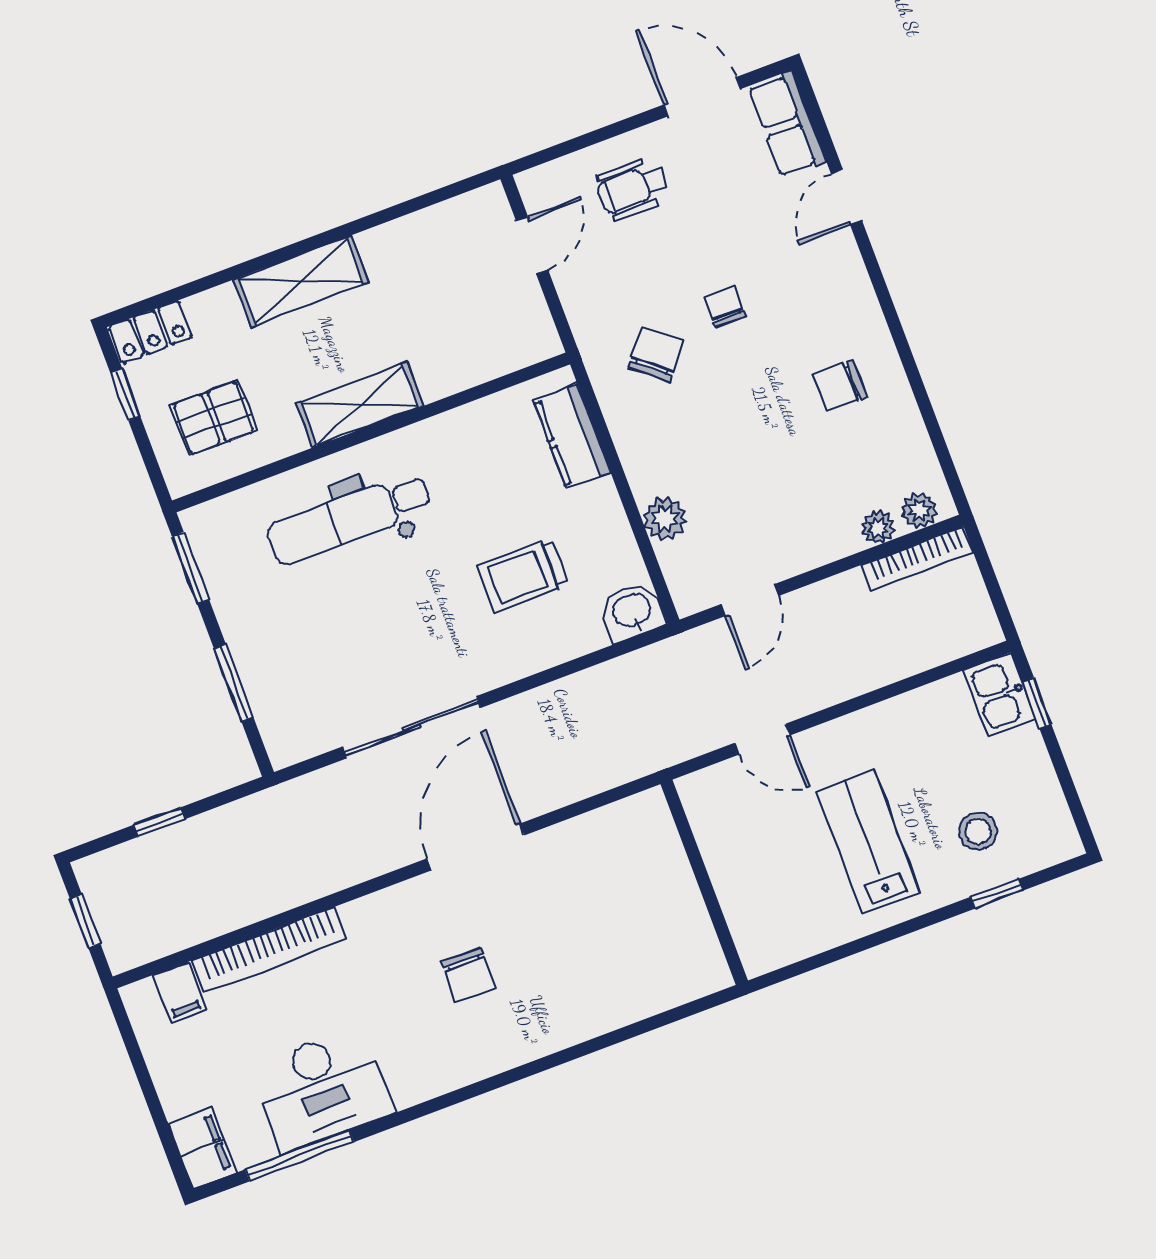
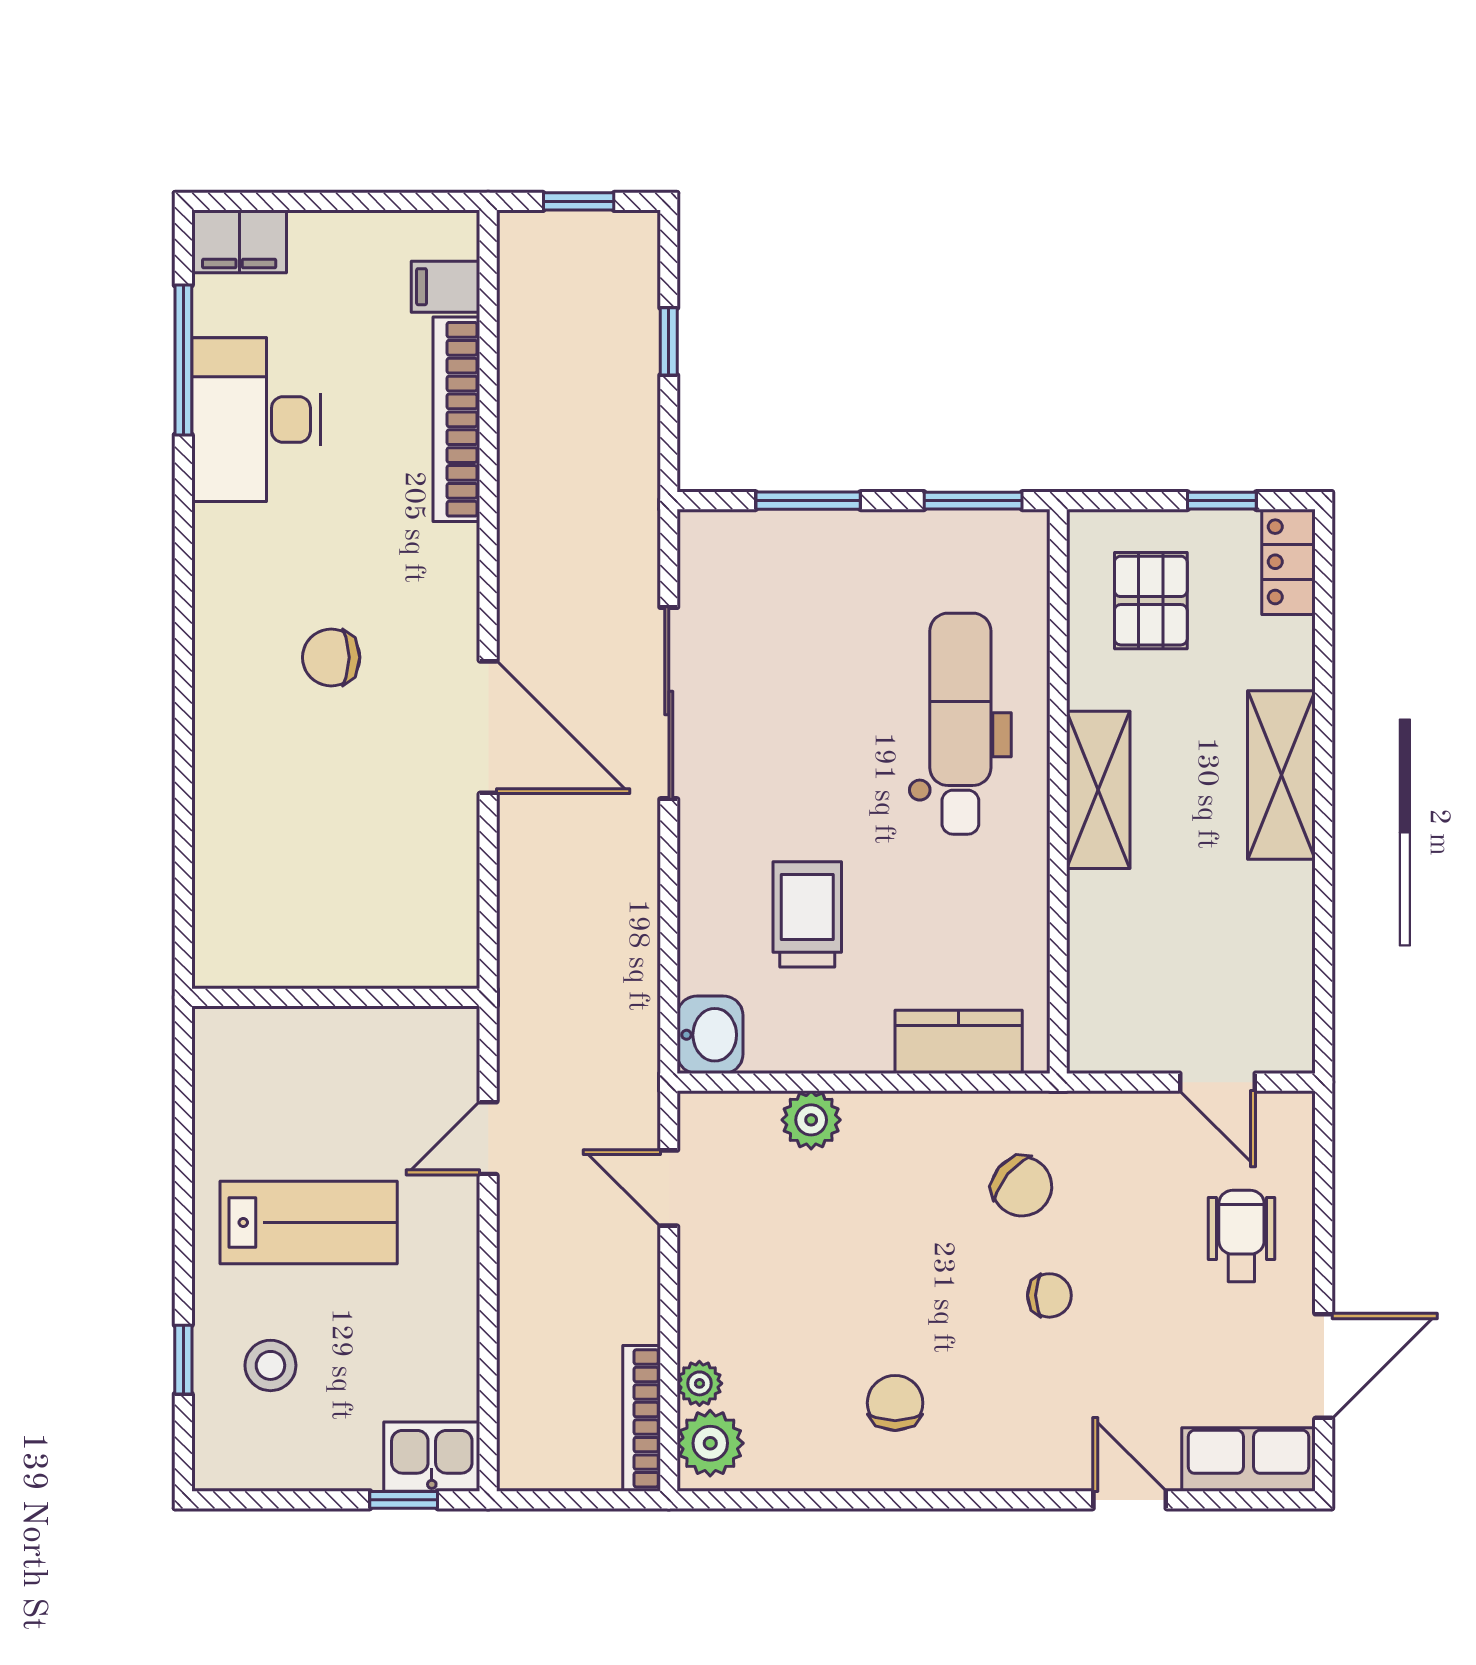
plant: (919, 511) -> (710, 1443), width x1.38, depth x1.38

